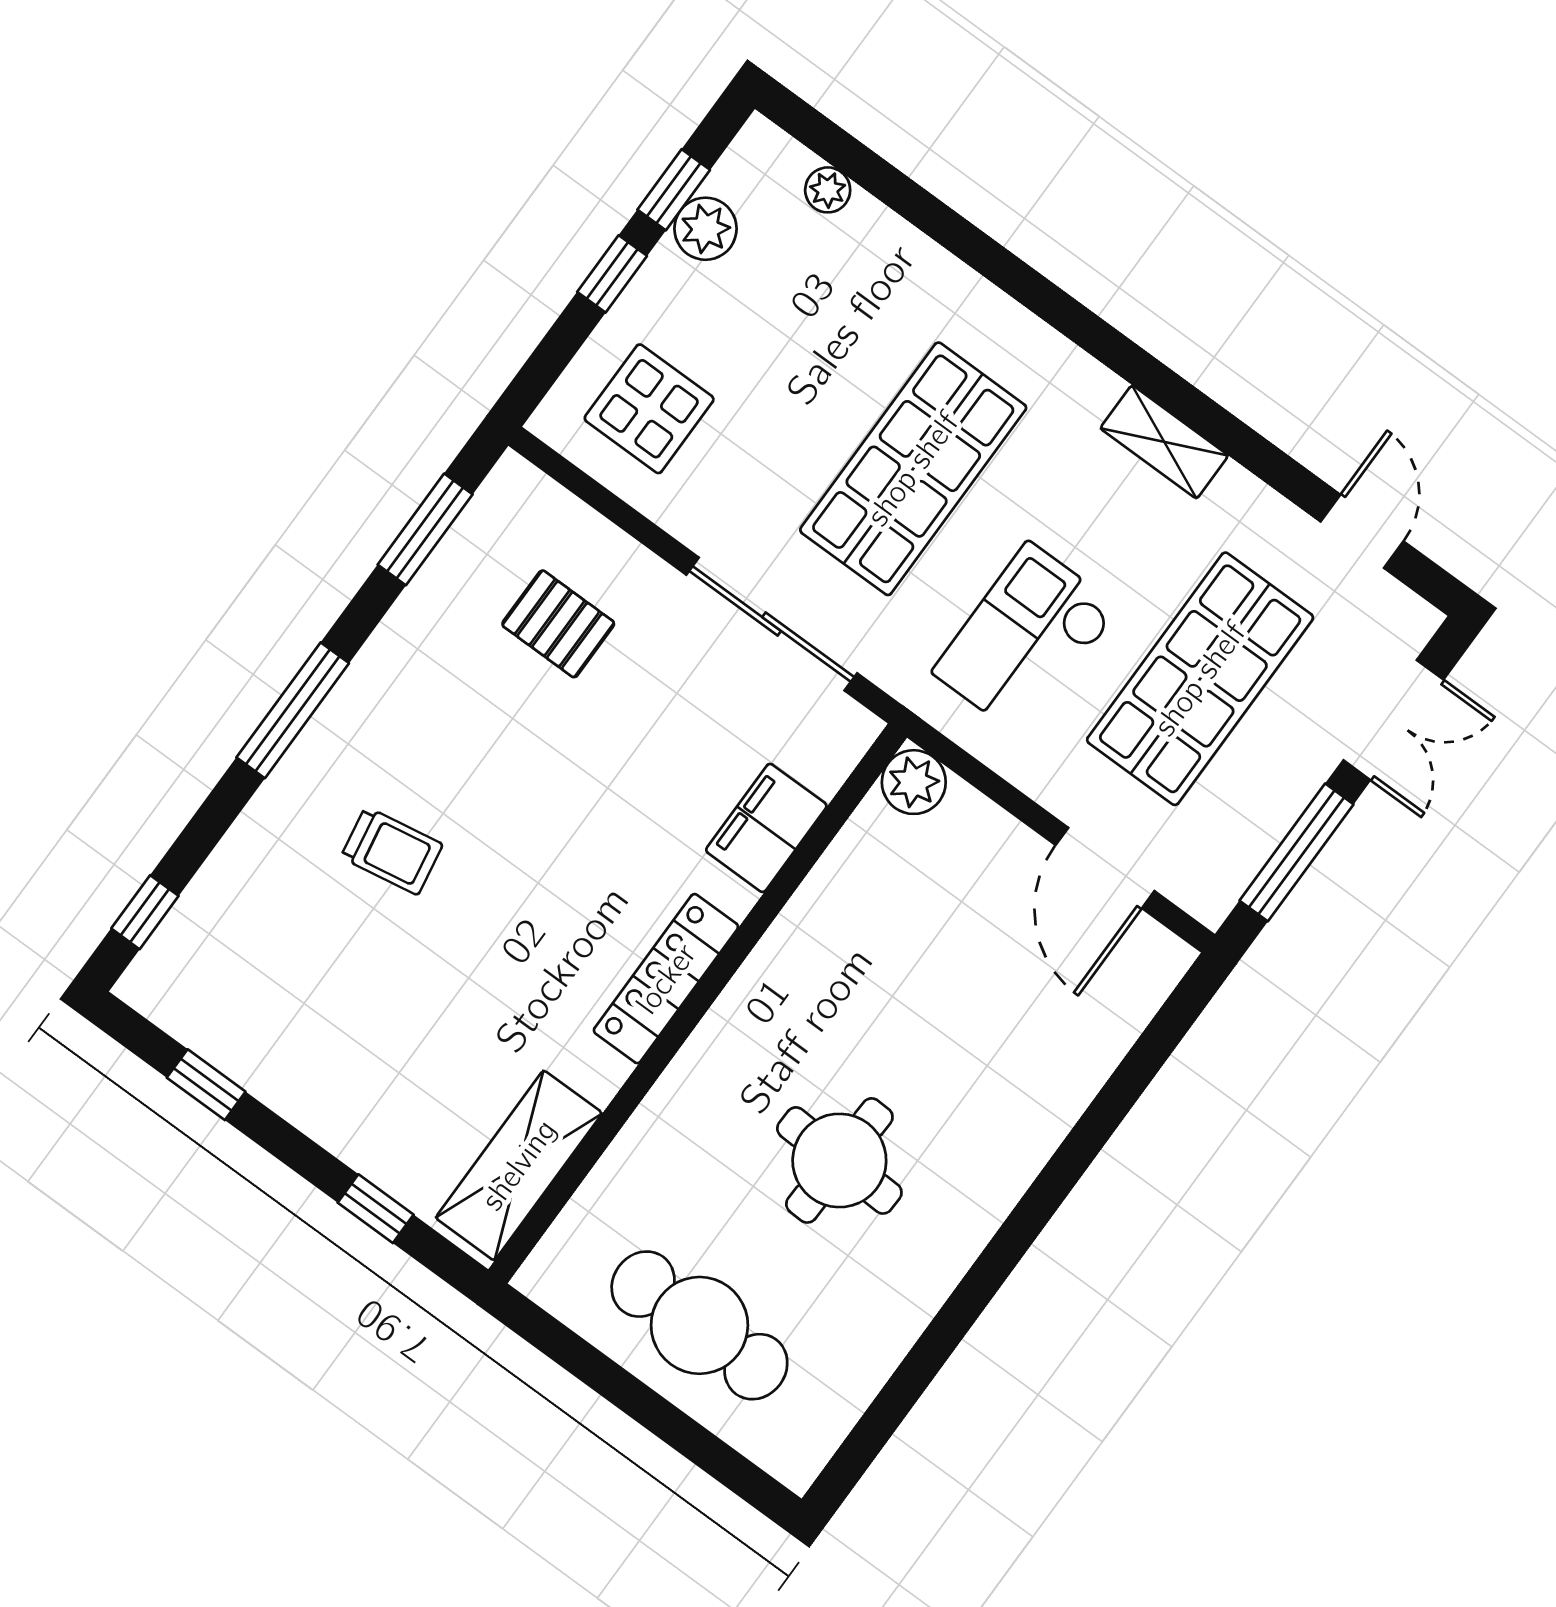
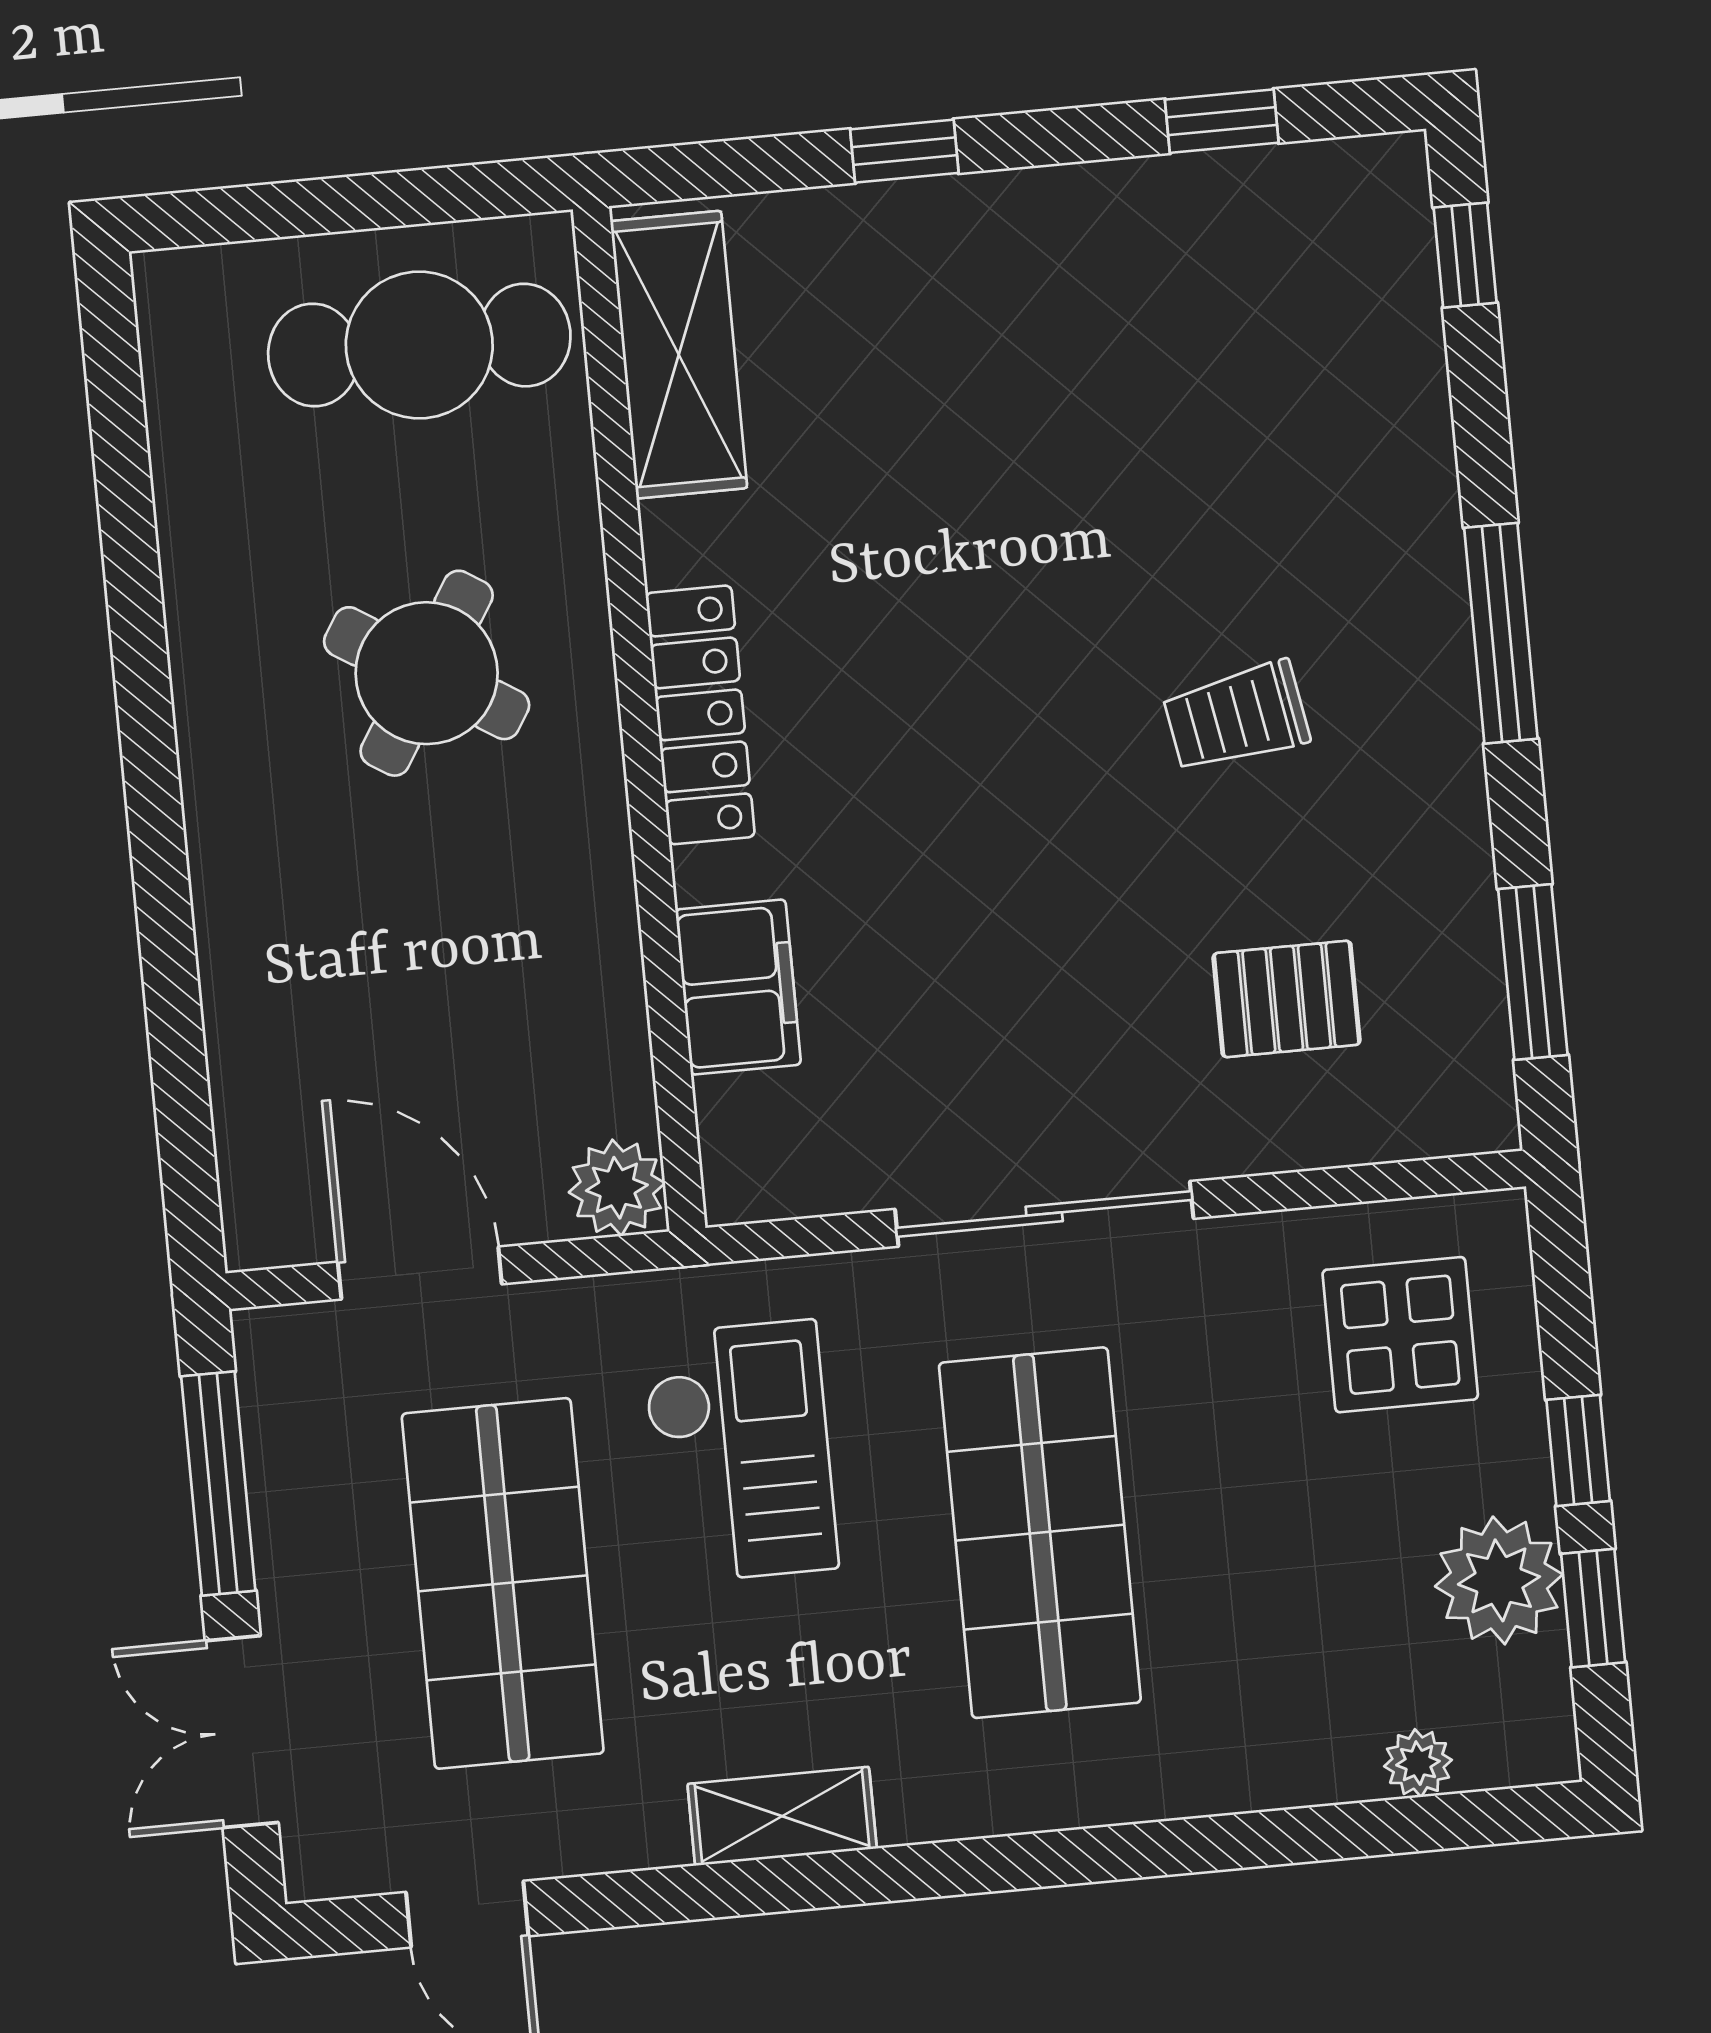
plant: (705, 229) -> (1499, 1580), width x1.36, depth x1.36
plant: (914, 782) -> (617, 1188), moved
filing cabinet: (766, 828) -> (738, 987), moved
trolley: (392, 851) -> (1236, 717), moved
locker: (666, 979) -> (700, 715), moved
wall: (698, 1003) -> (639, 719), moved
round table: (839, 1160) -> (427, 673), turned 30
shelving: (519, 1165) -> (679, 355), moved

